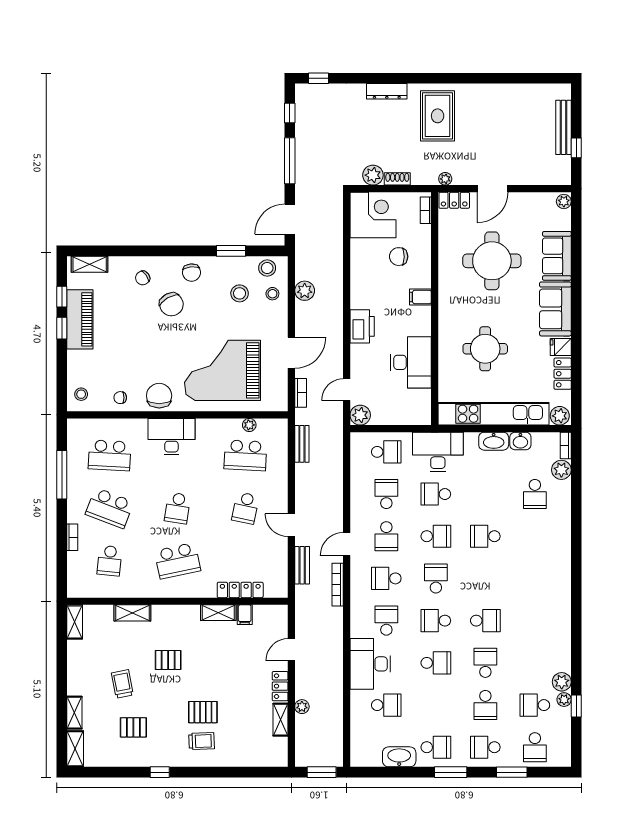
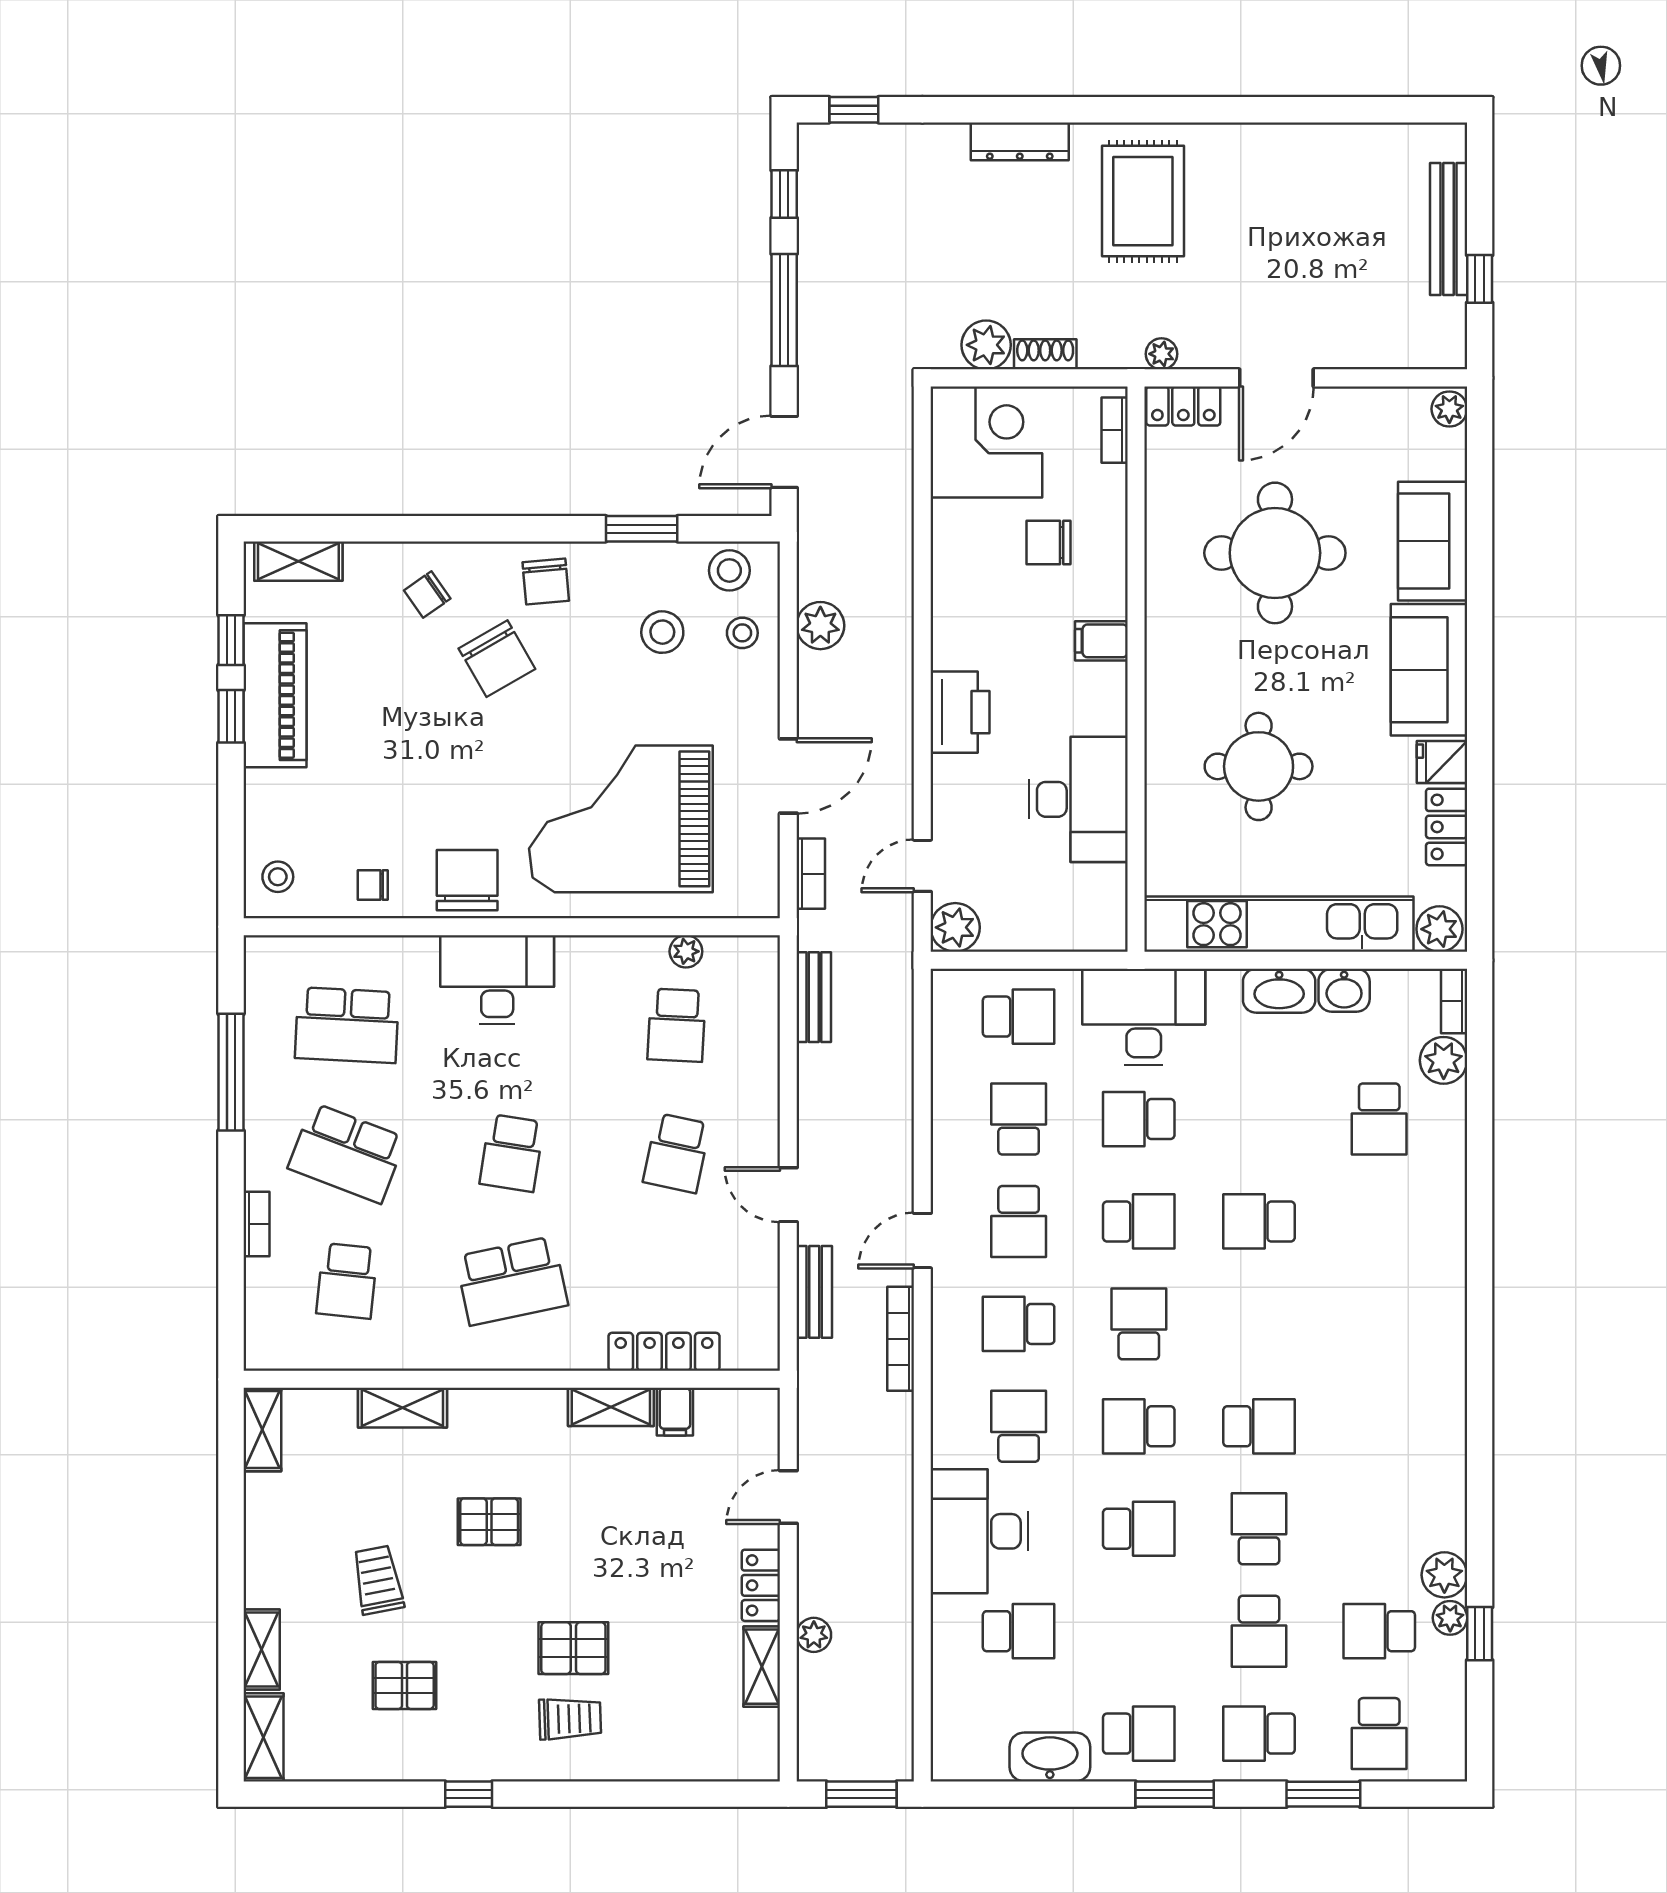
school desk: (245, 455) -> (677, 1025), width x0.54

